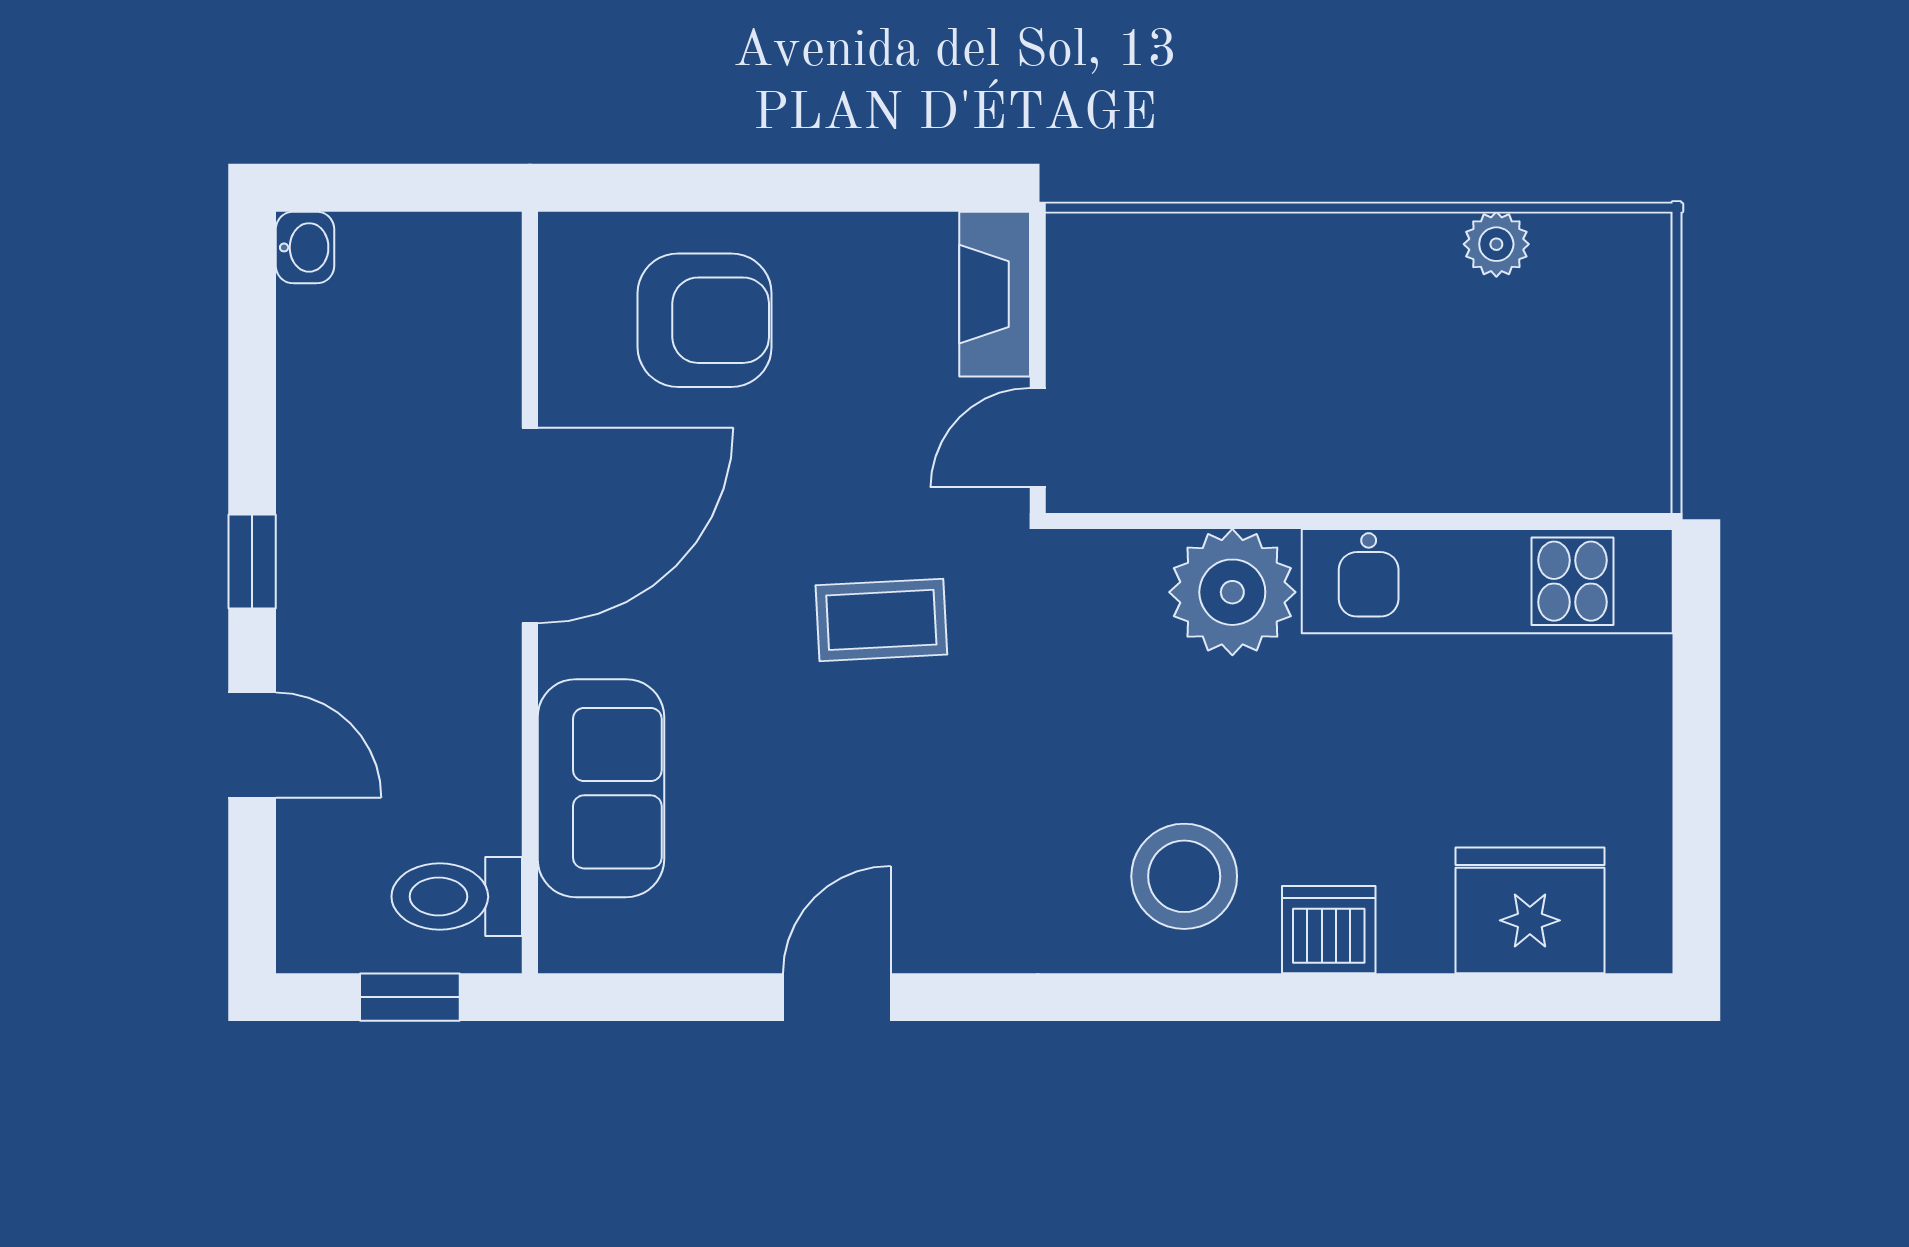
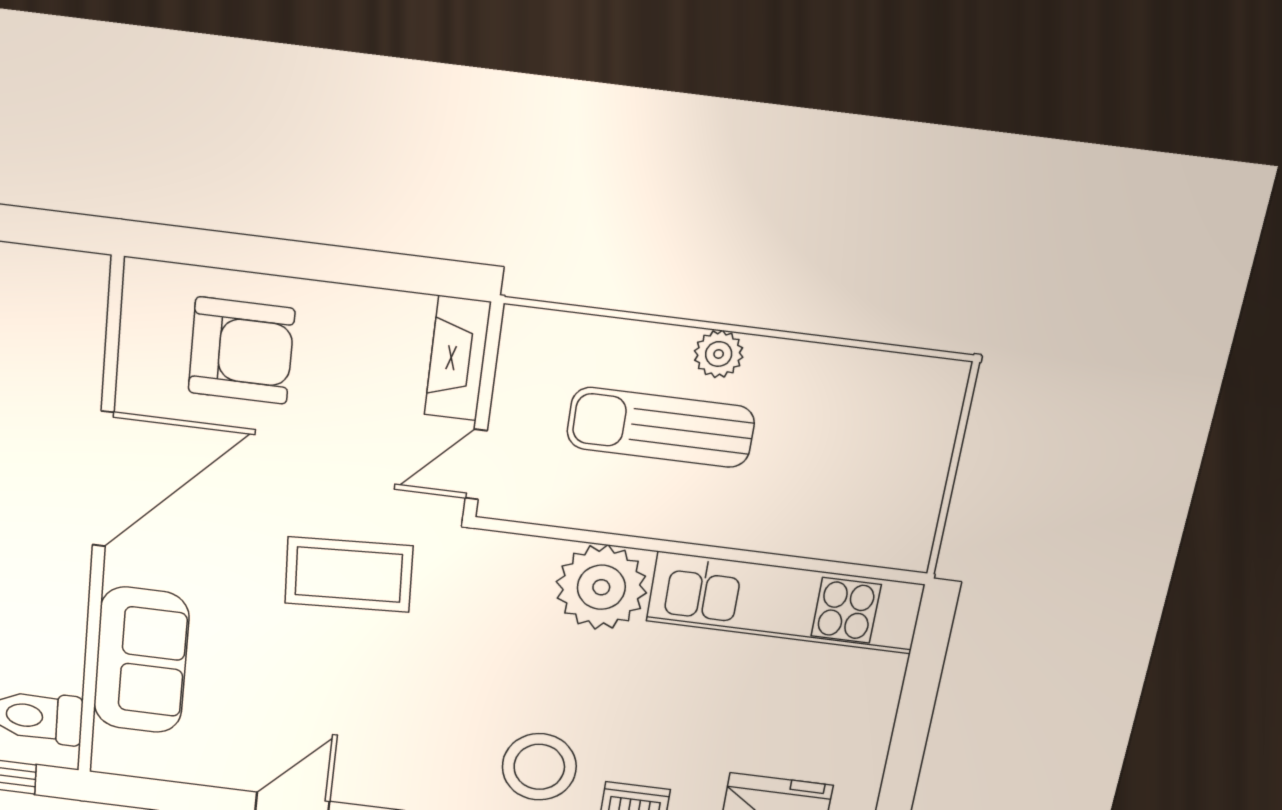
plant: (1496, 244) -> (719, 354), moved
sun lounger: (1278, 354) -> (661, 427), added
coffee table: (881, 620) -> (349, 575), width x1.36, depth x1.30

